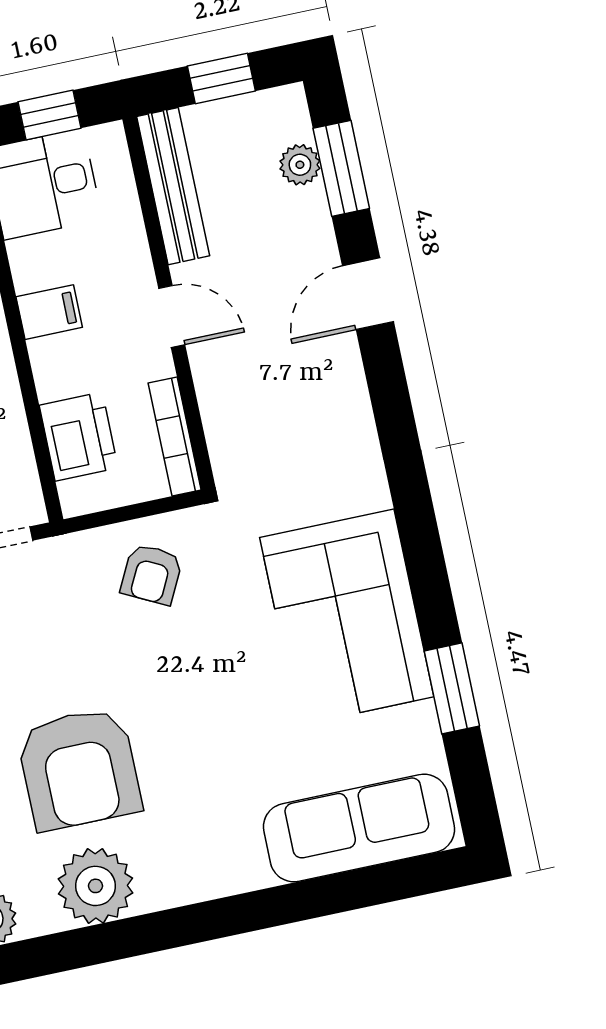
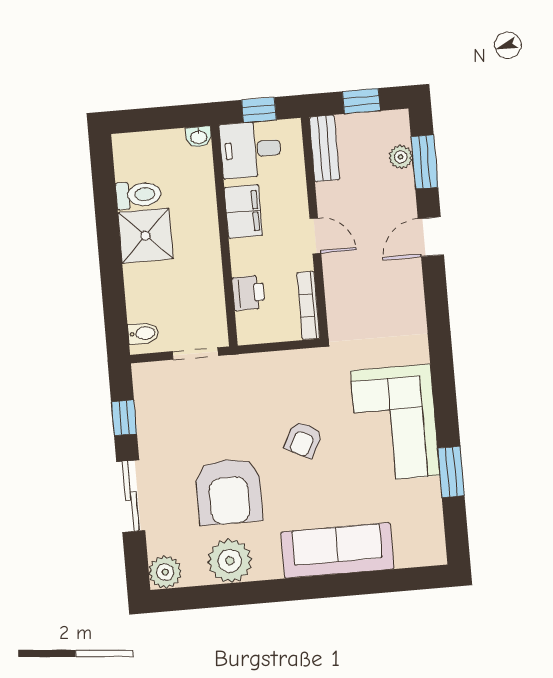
bench: (173, 186) -> (325, 148), width x0.73
filing cabinet: (49, 312) -> (243, 211), width x2.00
printer: (79, 437) -> (248, 293), width x0.73, depth x0.81
armchair: (151, 574) -> (303, 440), moved
sofa: (359, 828) -> (337, 550), moved

